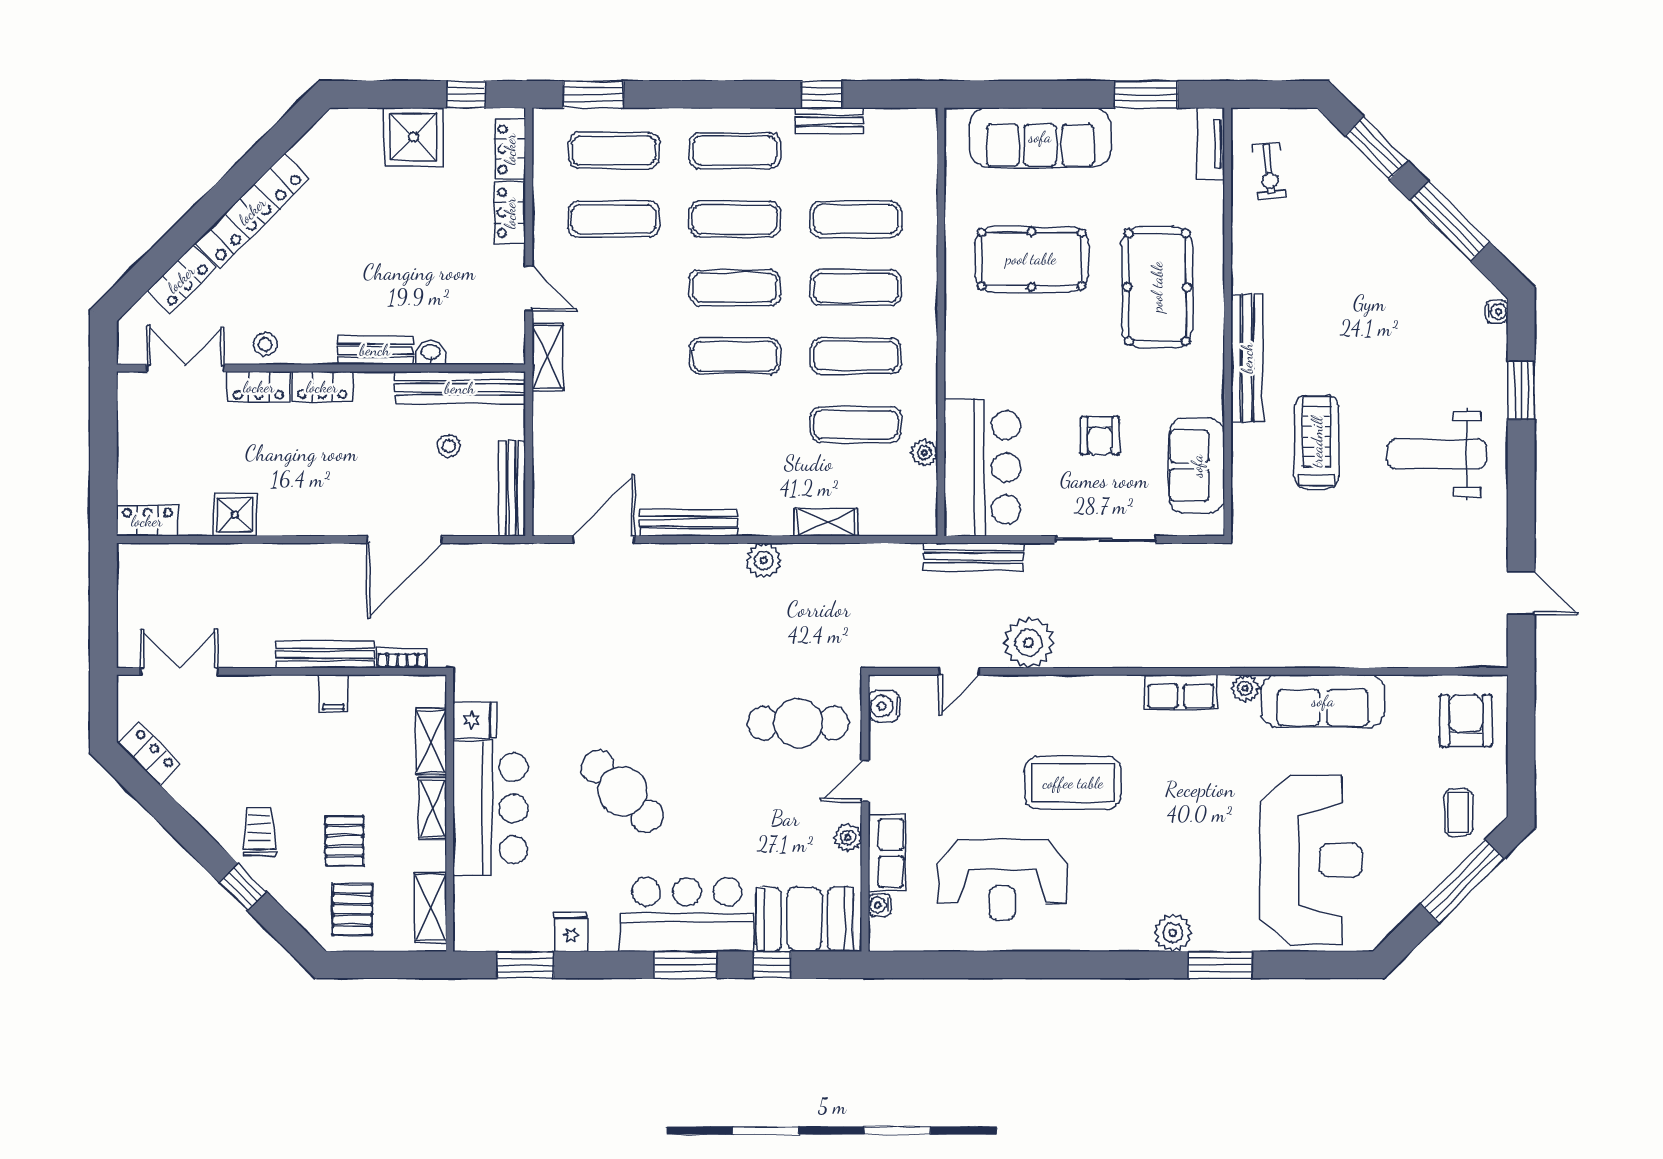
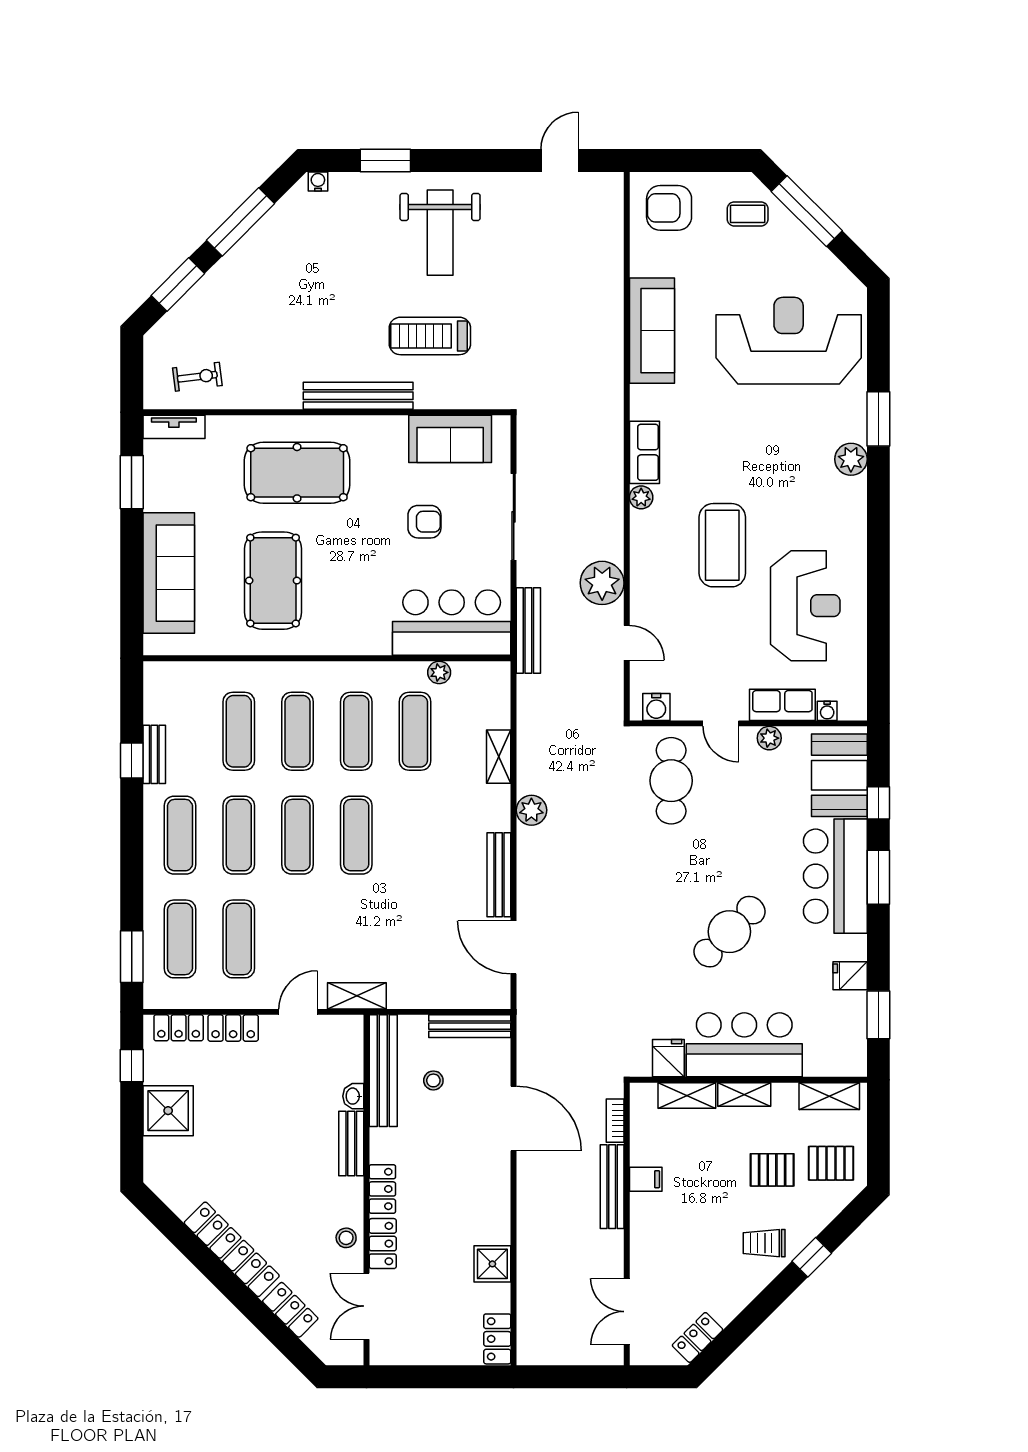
plant: (1245, 688) -> (641, 497), moved

